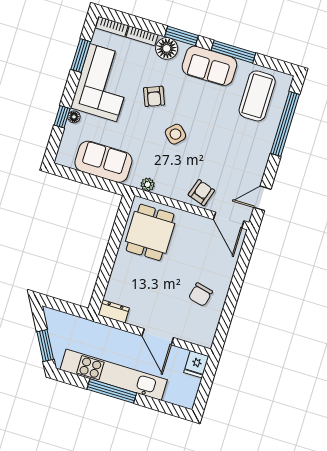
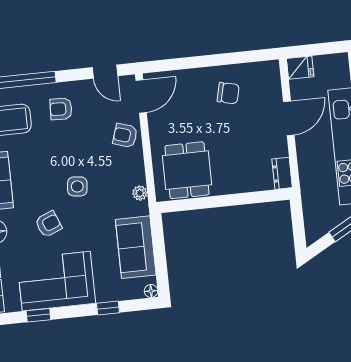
window: (81, 56) -> (38, 315), width x0.67
floor lamp: (74, 117) -> (151, 291), moved
side table: (175, 134) -> (77, 186), turned -38
armchair: (247, 148) -> (61, 109), added
dining table: (150, 232) -> (187, 170), turned 90

